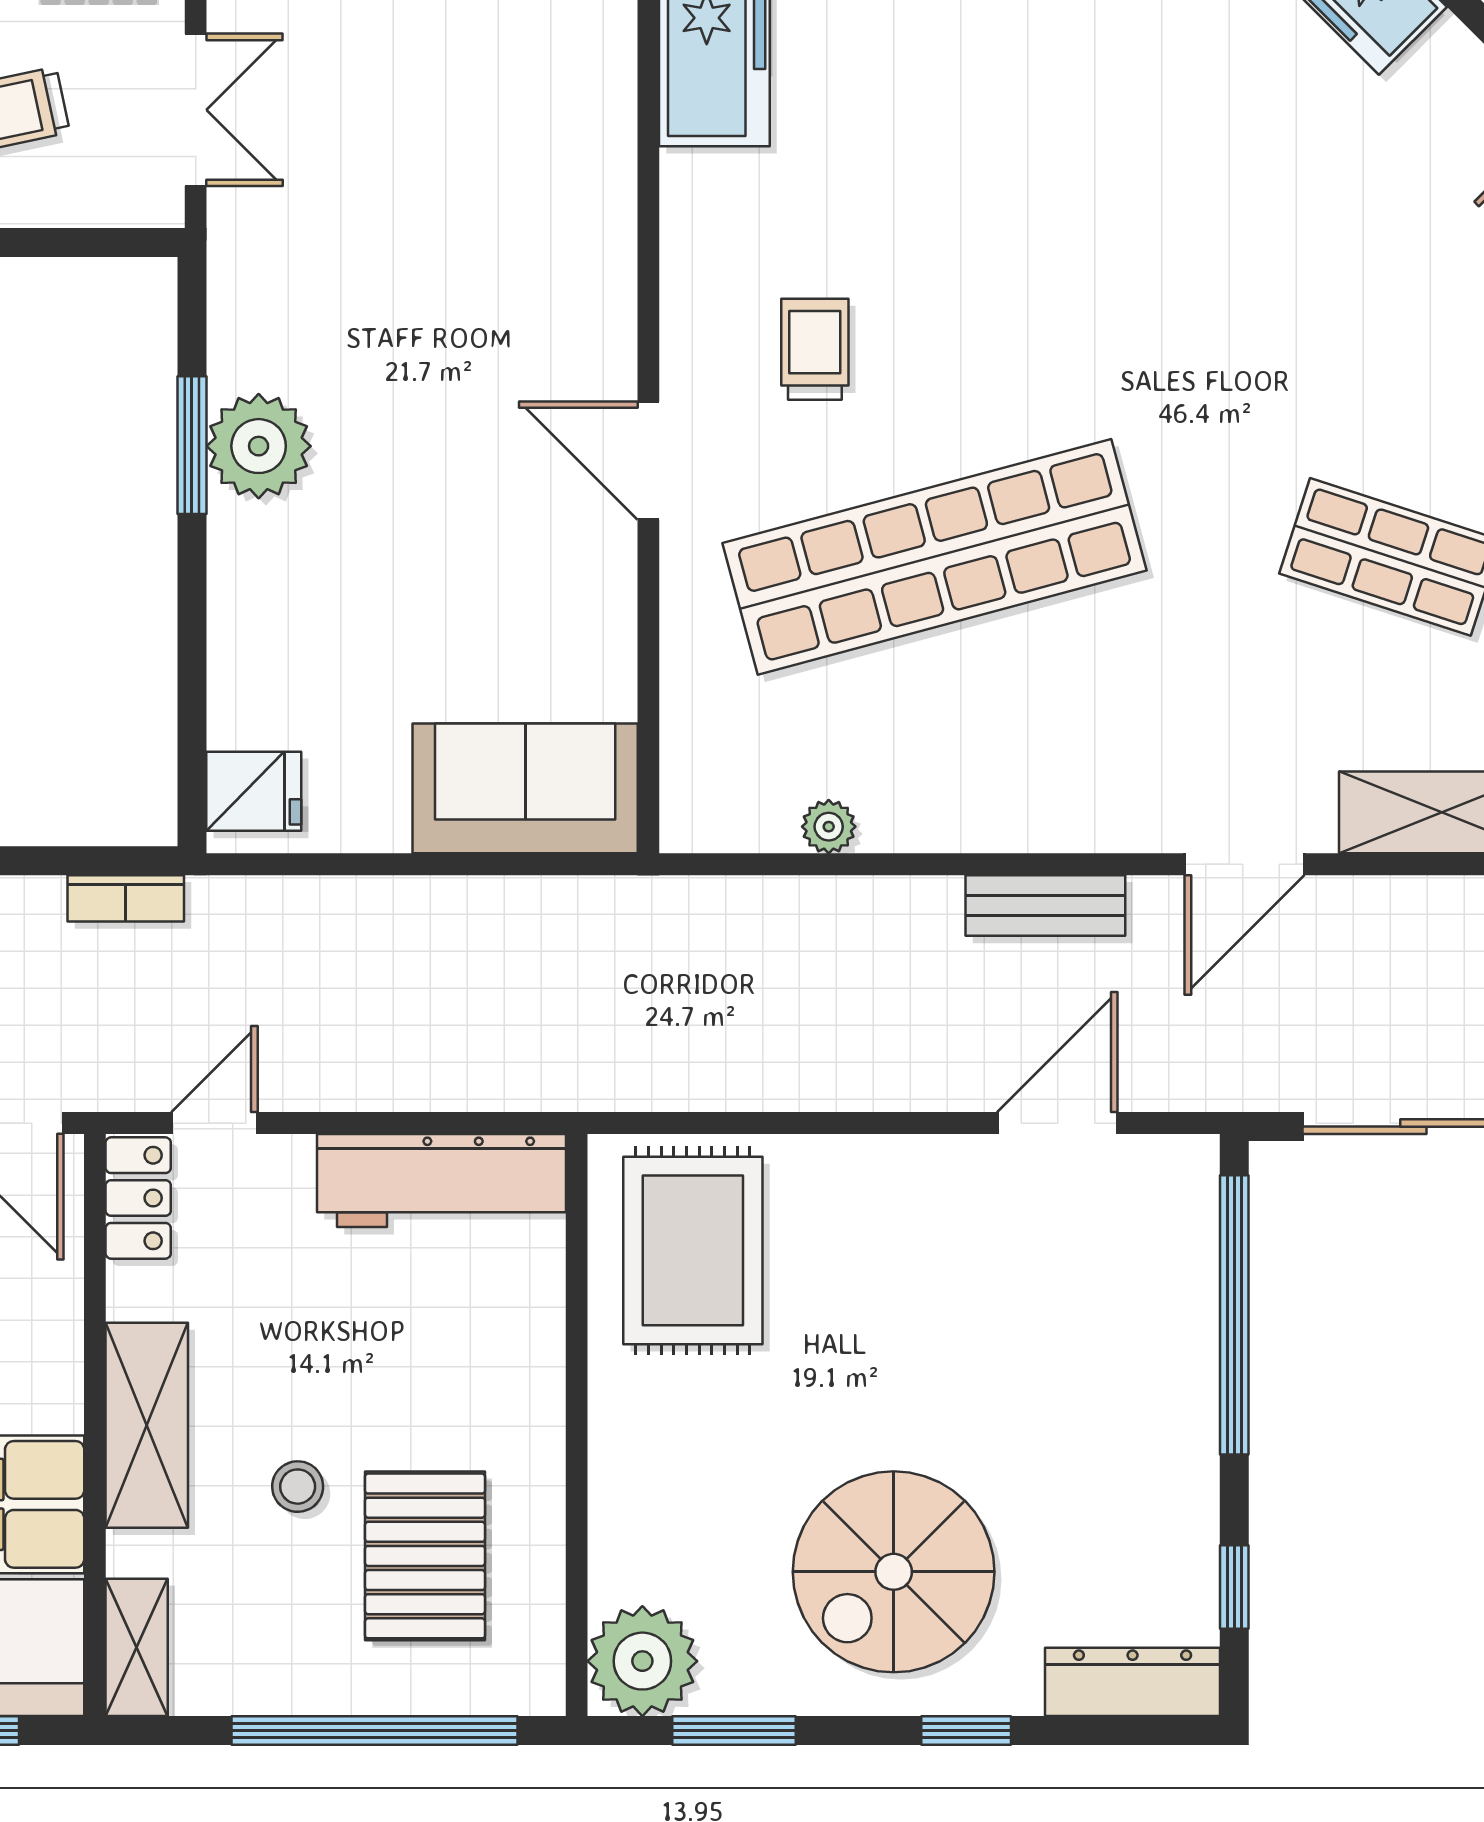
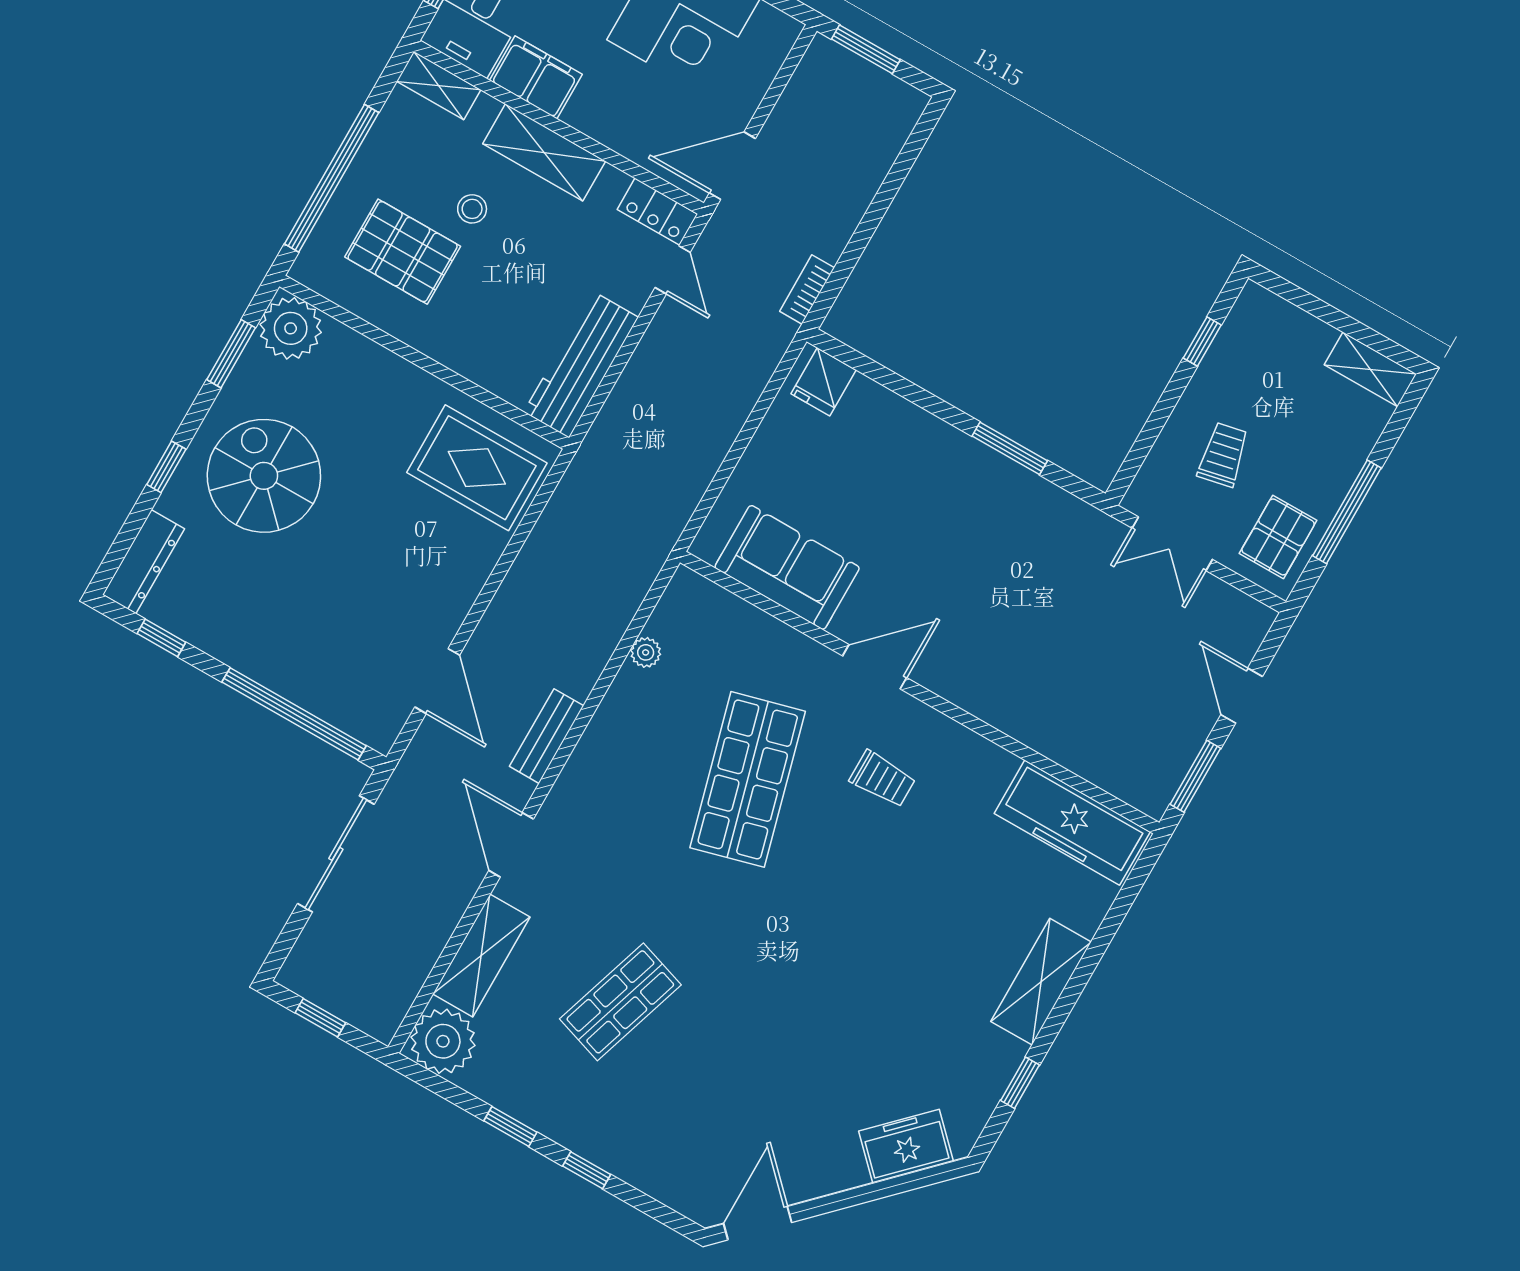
plant: (259, 446) -> (991, 481), removed
shop shelf: (934, 557) -> (748, 779), width x0.71
sofa: (525, 788) -> (787, 567), moved, turned -90

